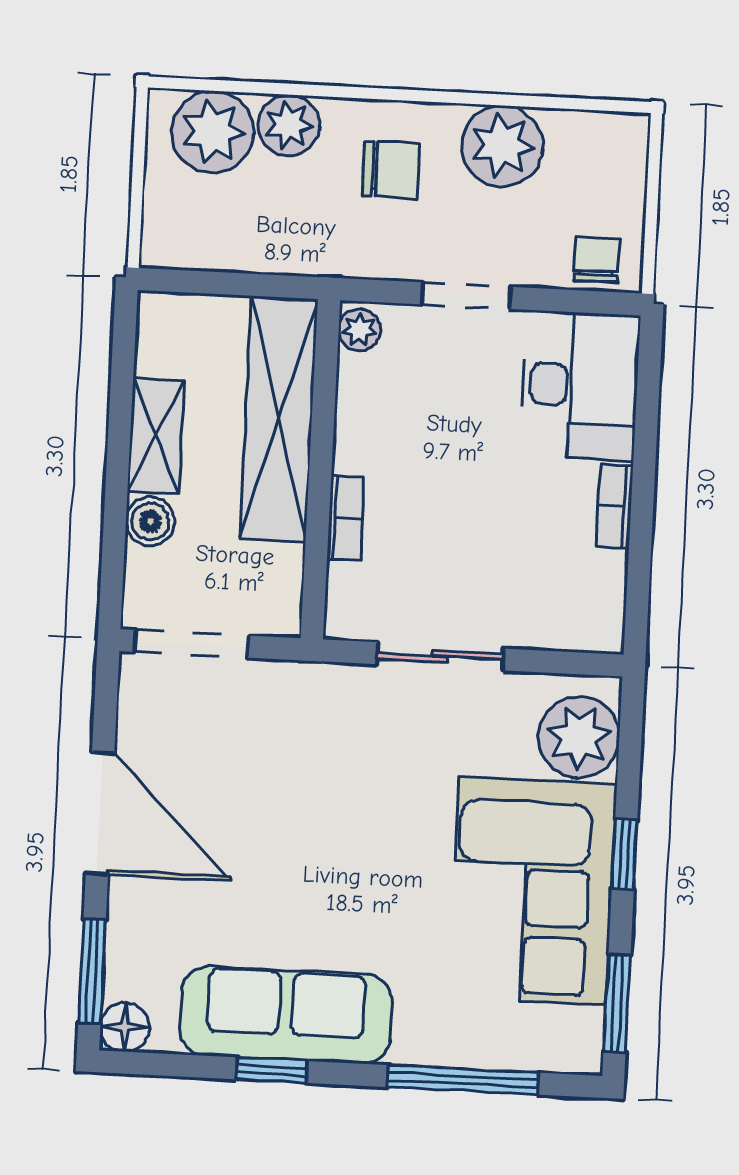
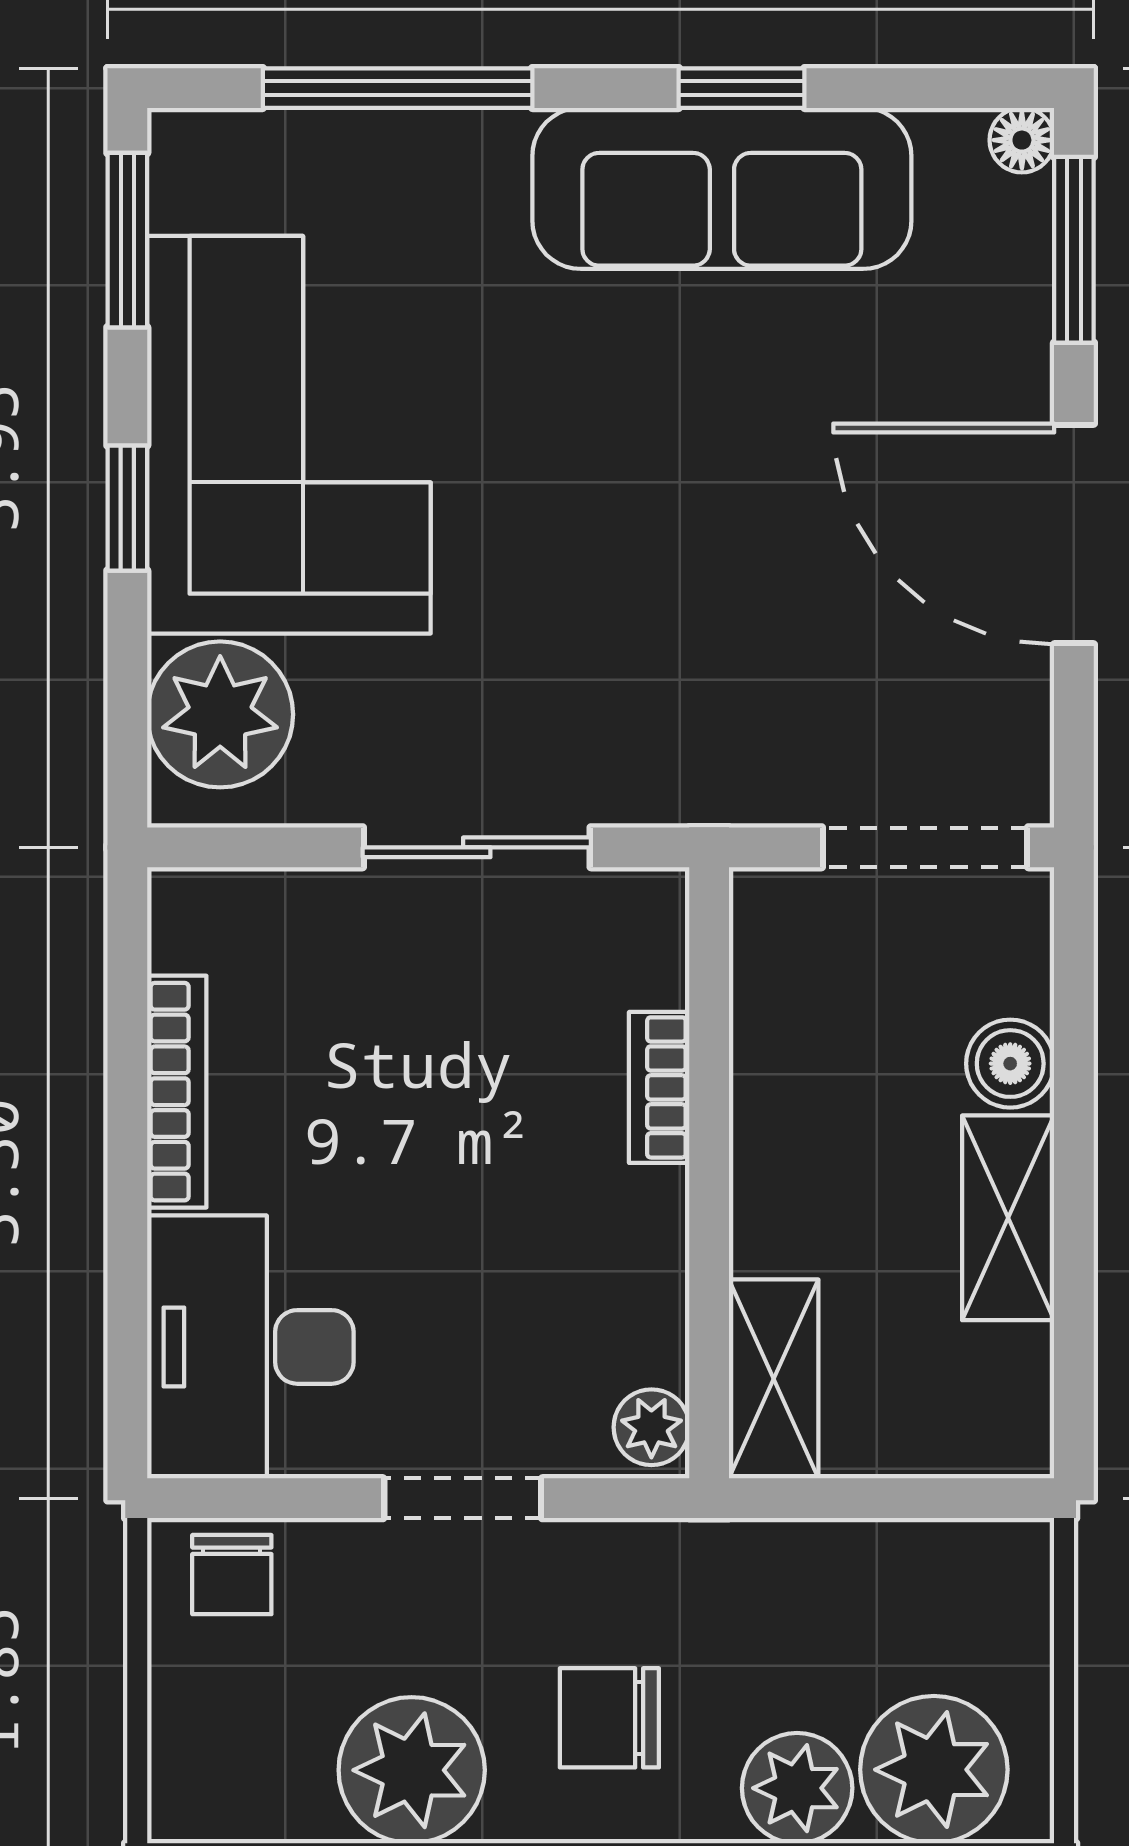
shelving: (279, 419) -> (774, 1379), width x0.45, depth x0.75
bookcase: (615, 506) -> (177, 1092), width x1.56
floor lamp: (125, 1027) -> (1022, 140), width x0.73, depth x0.73

